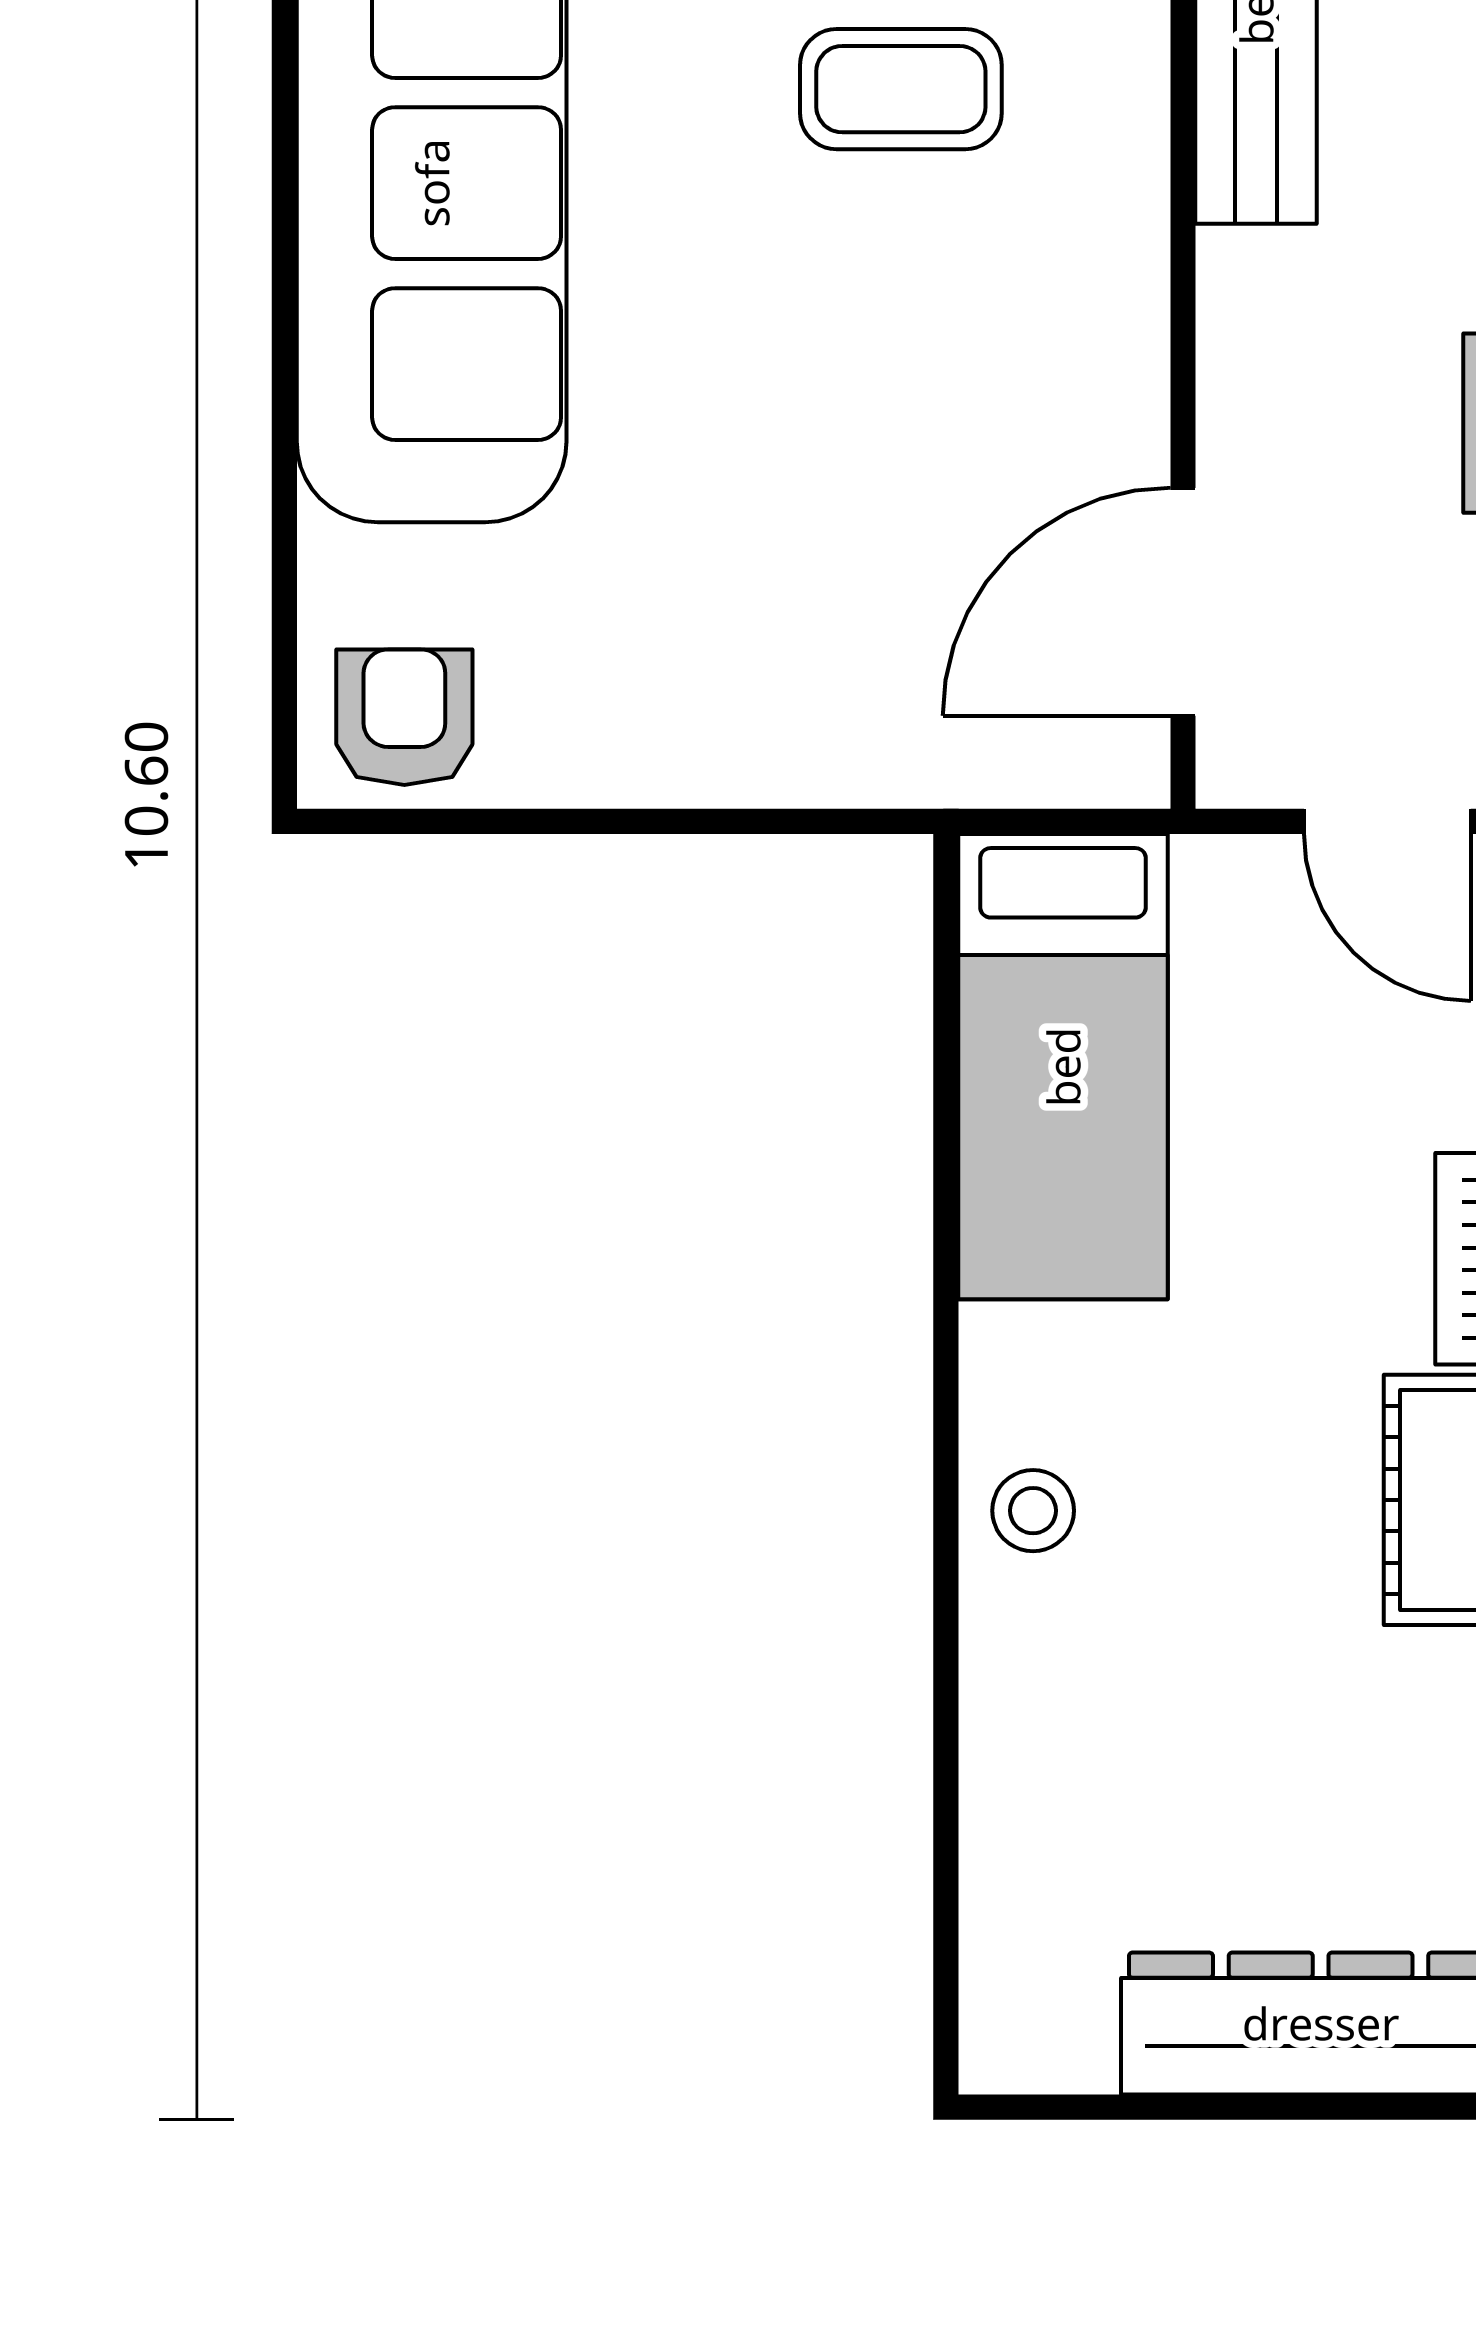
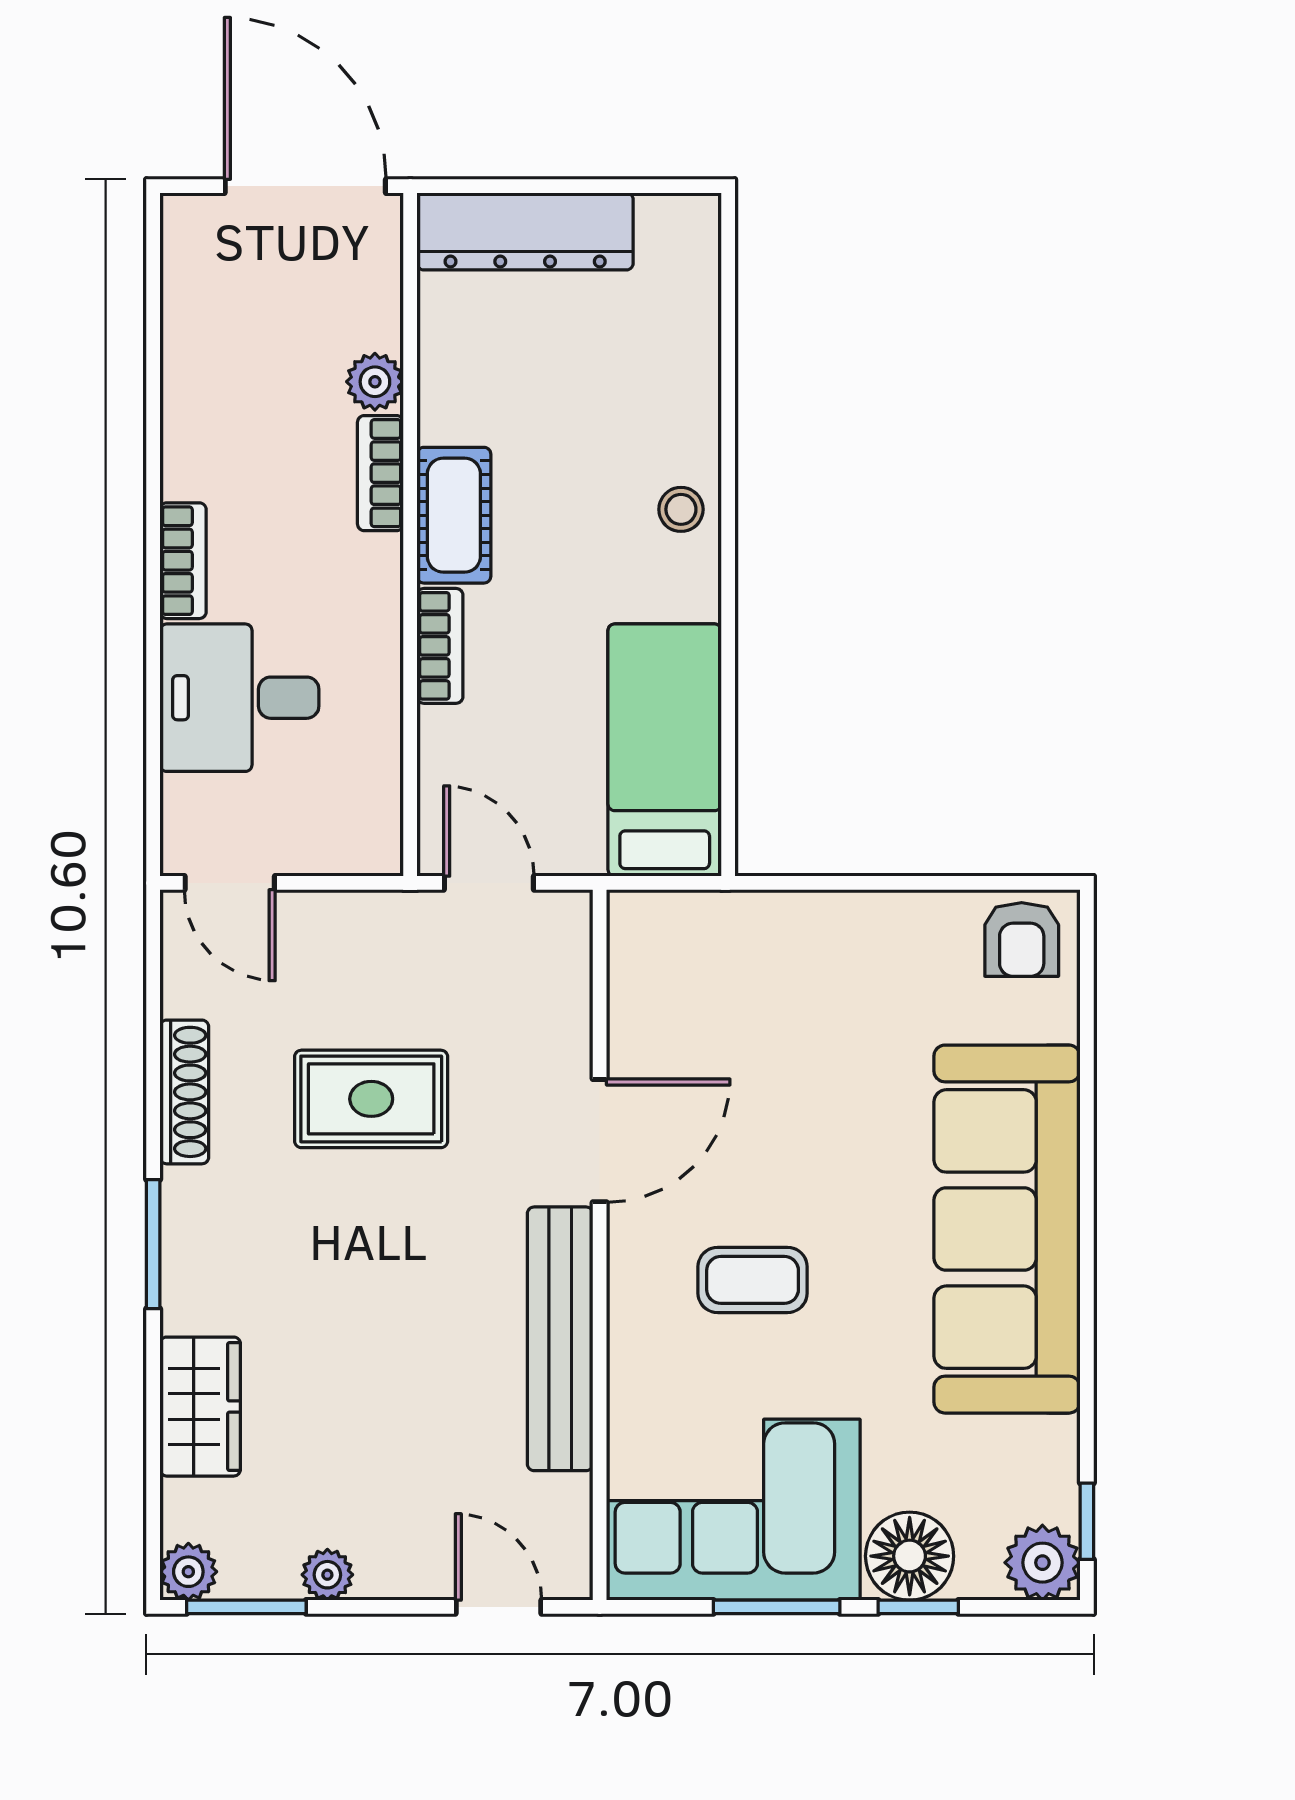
door: (1183, 602) -> (600, 1141), moved

